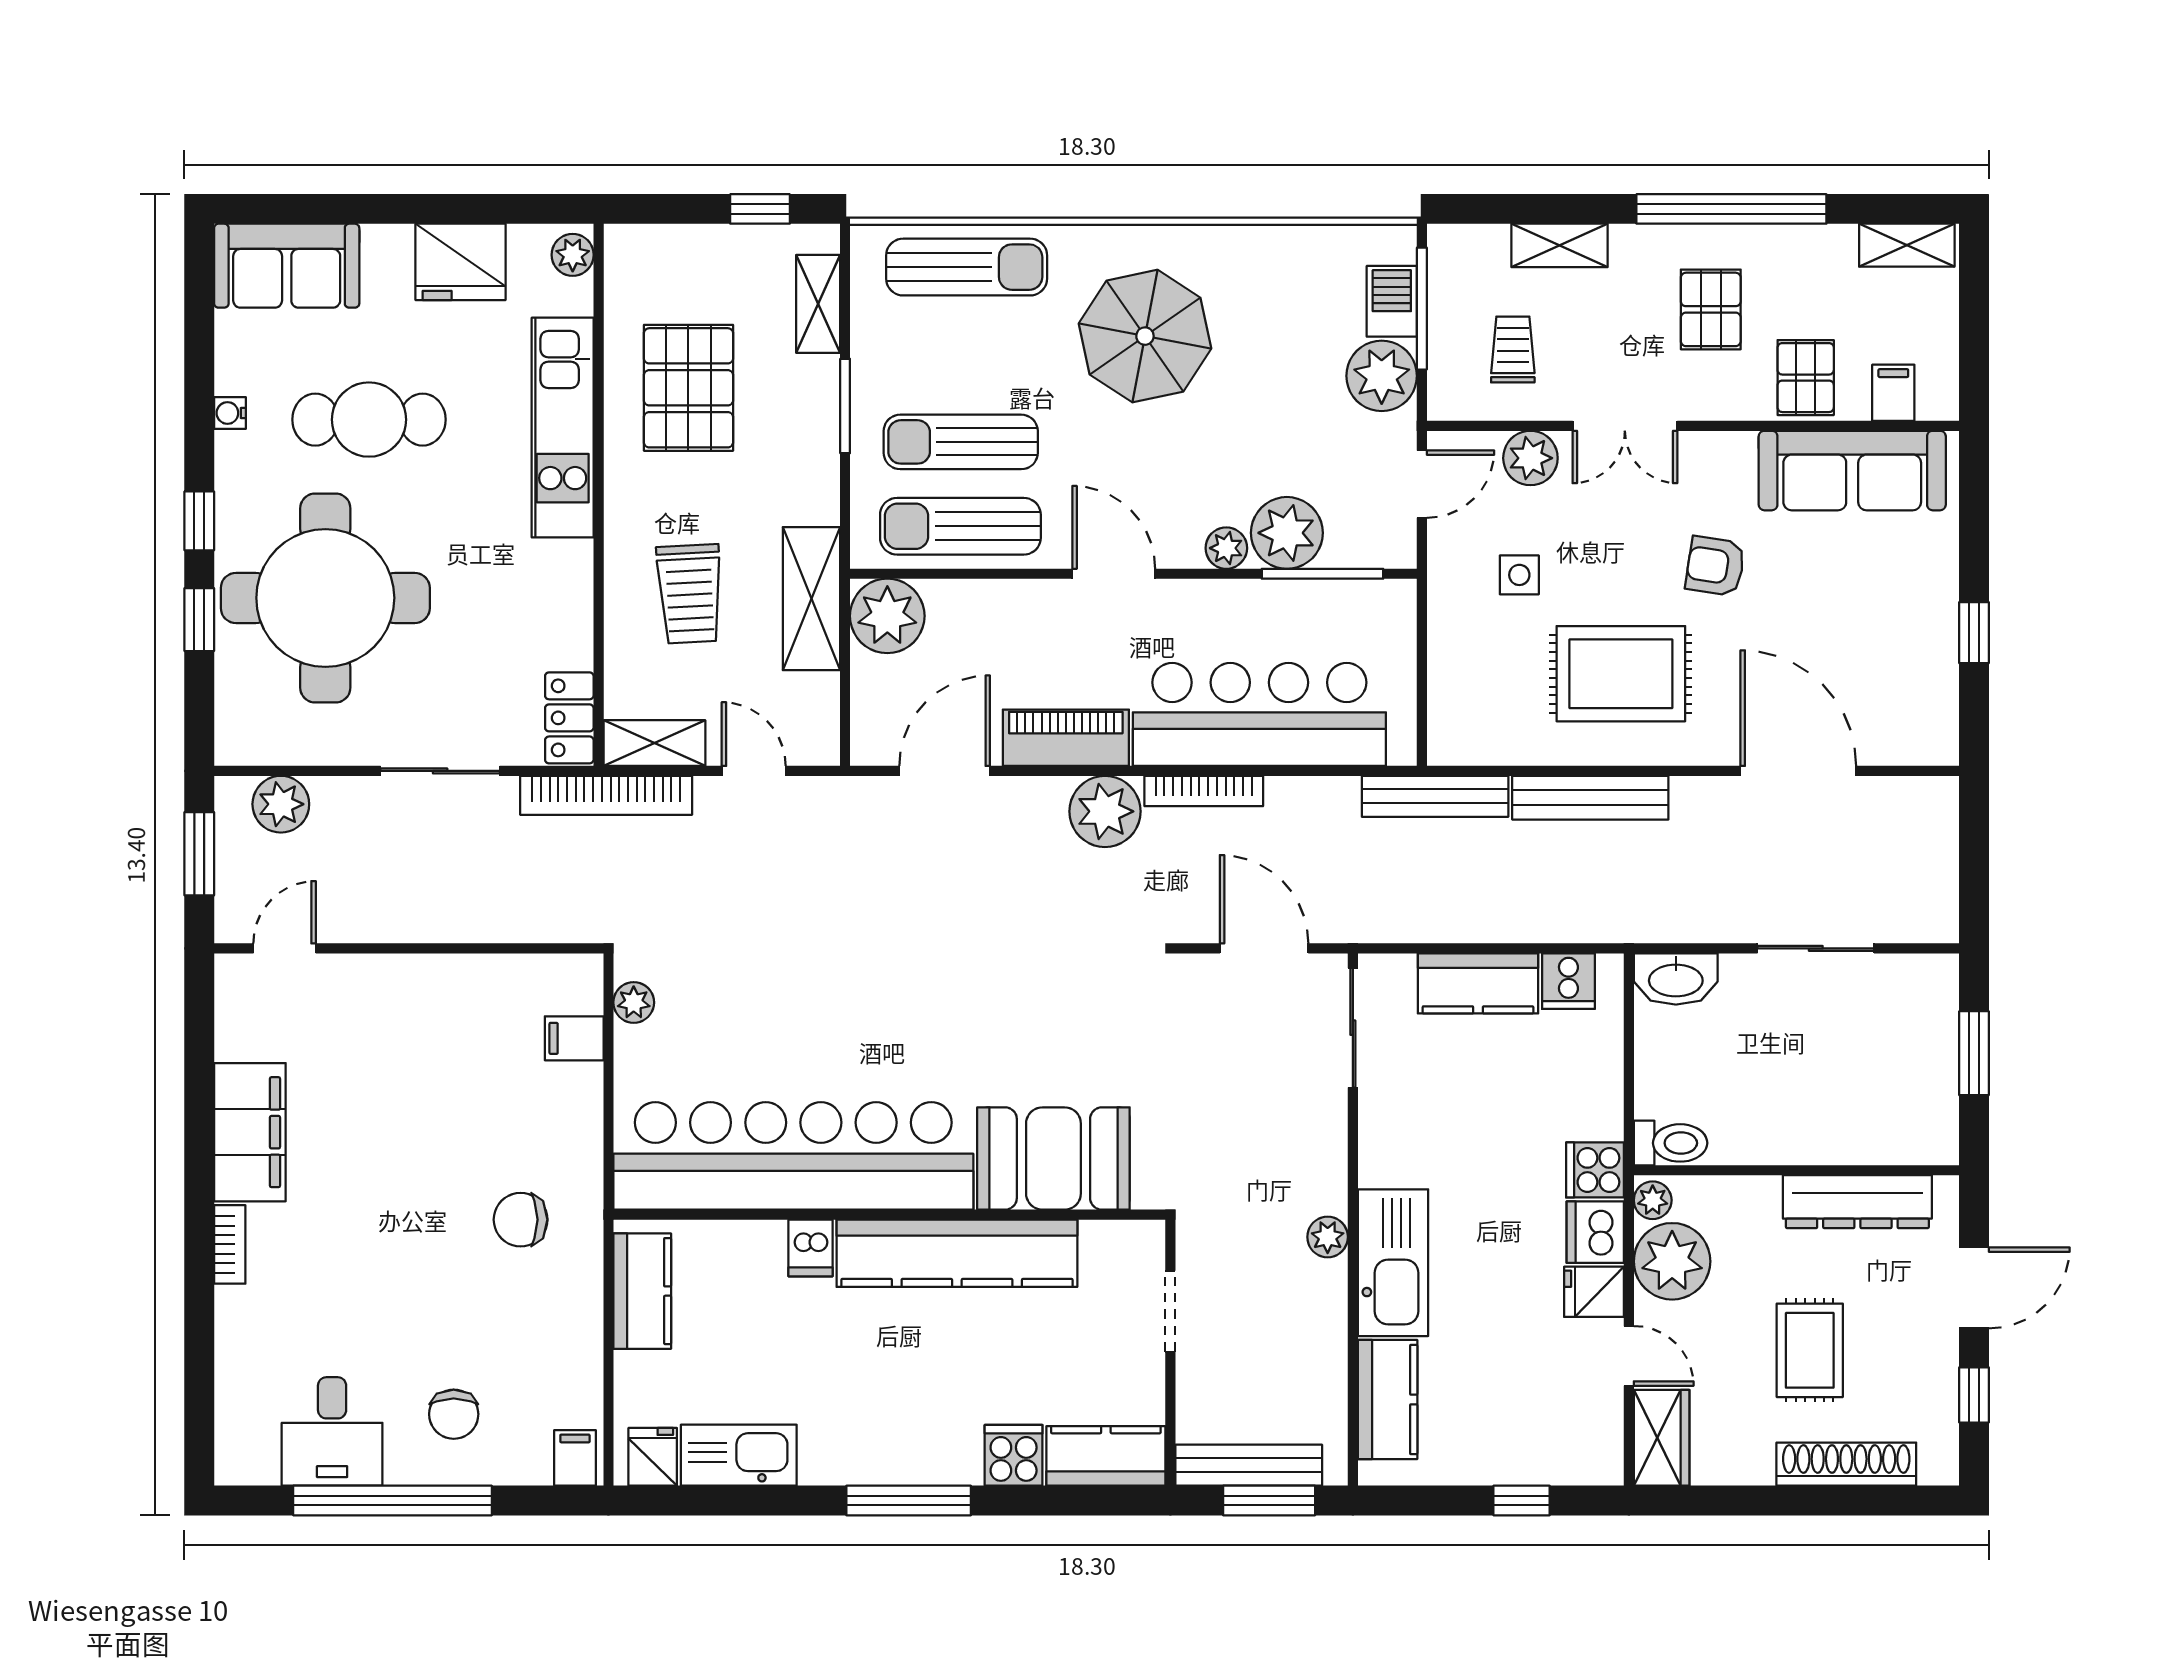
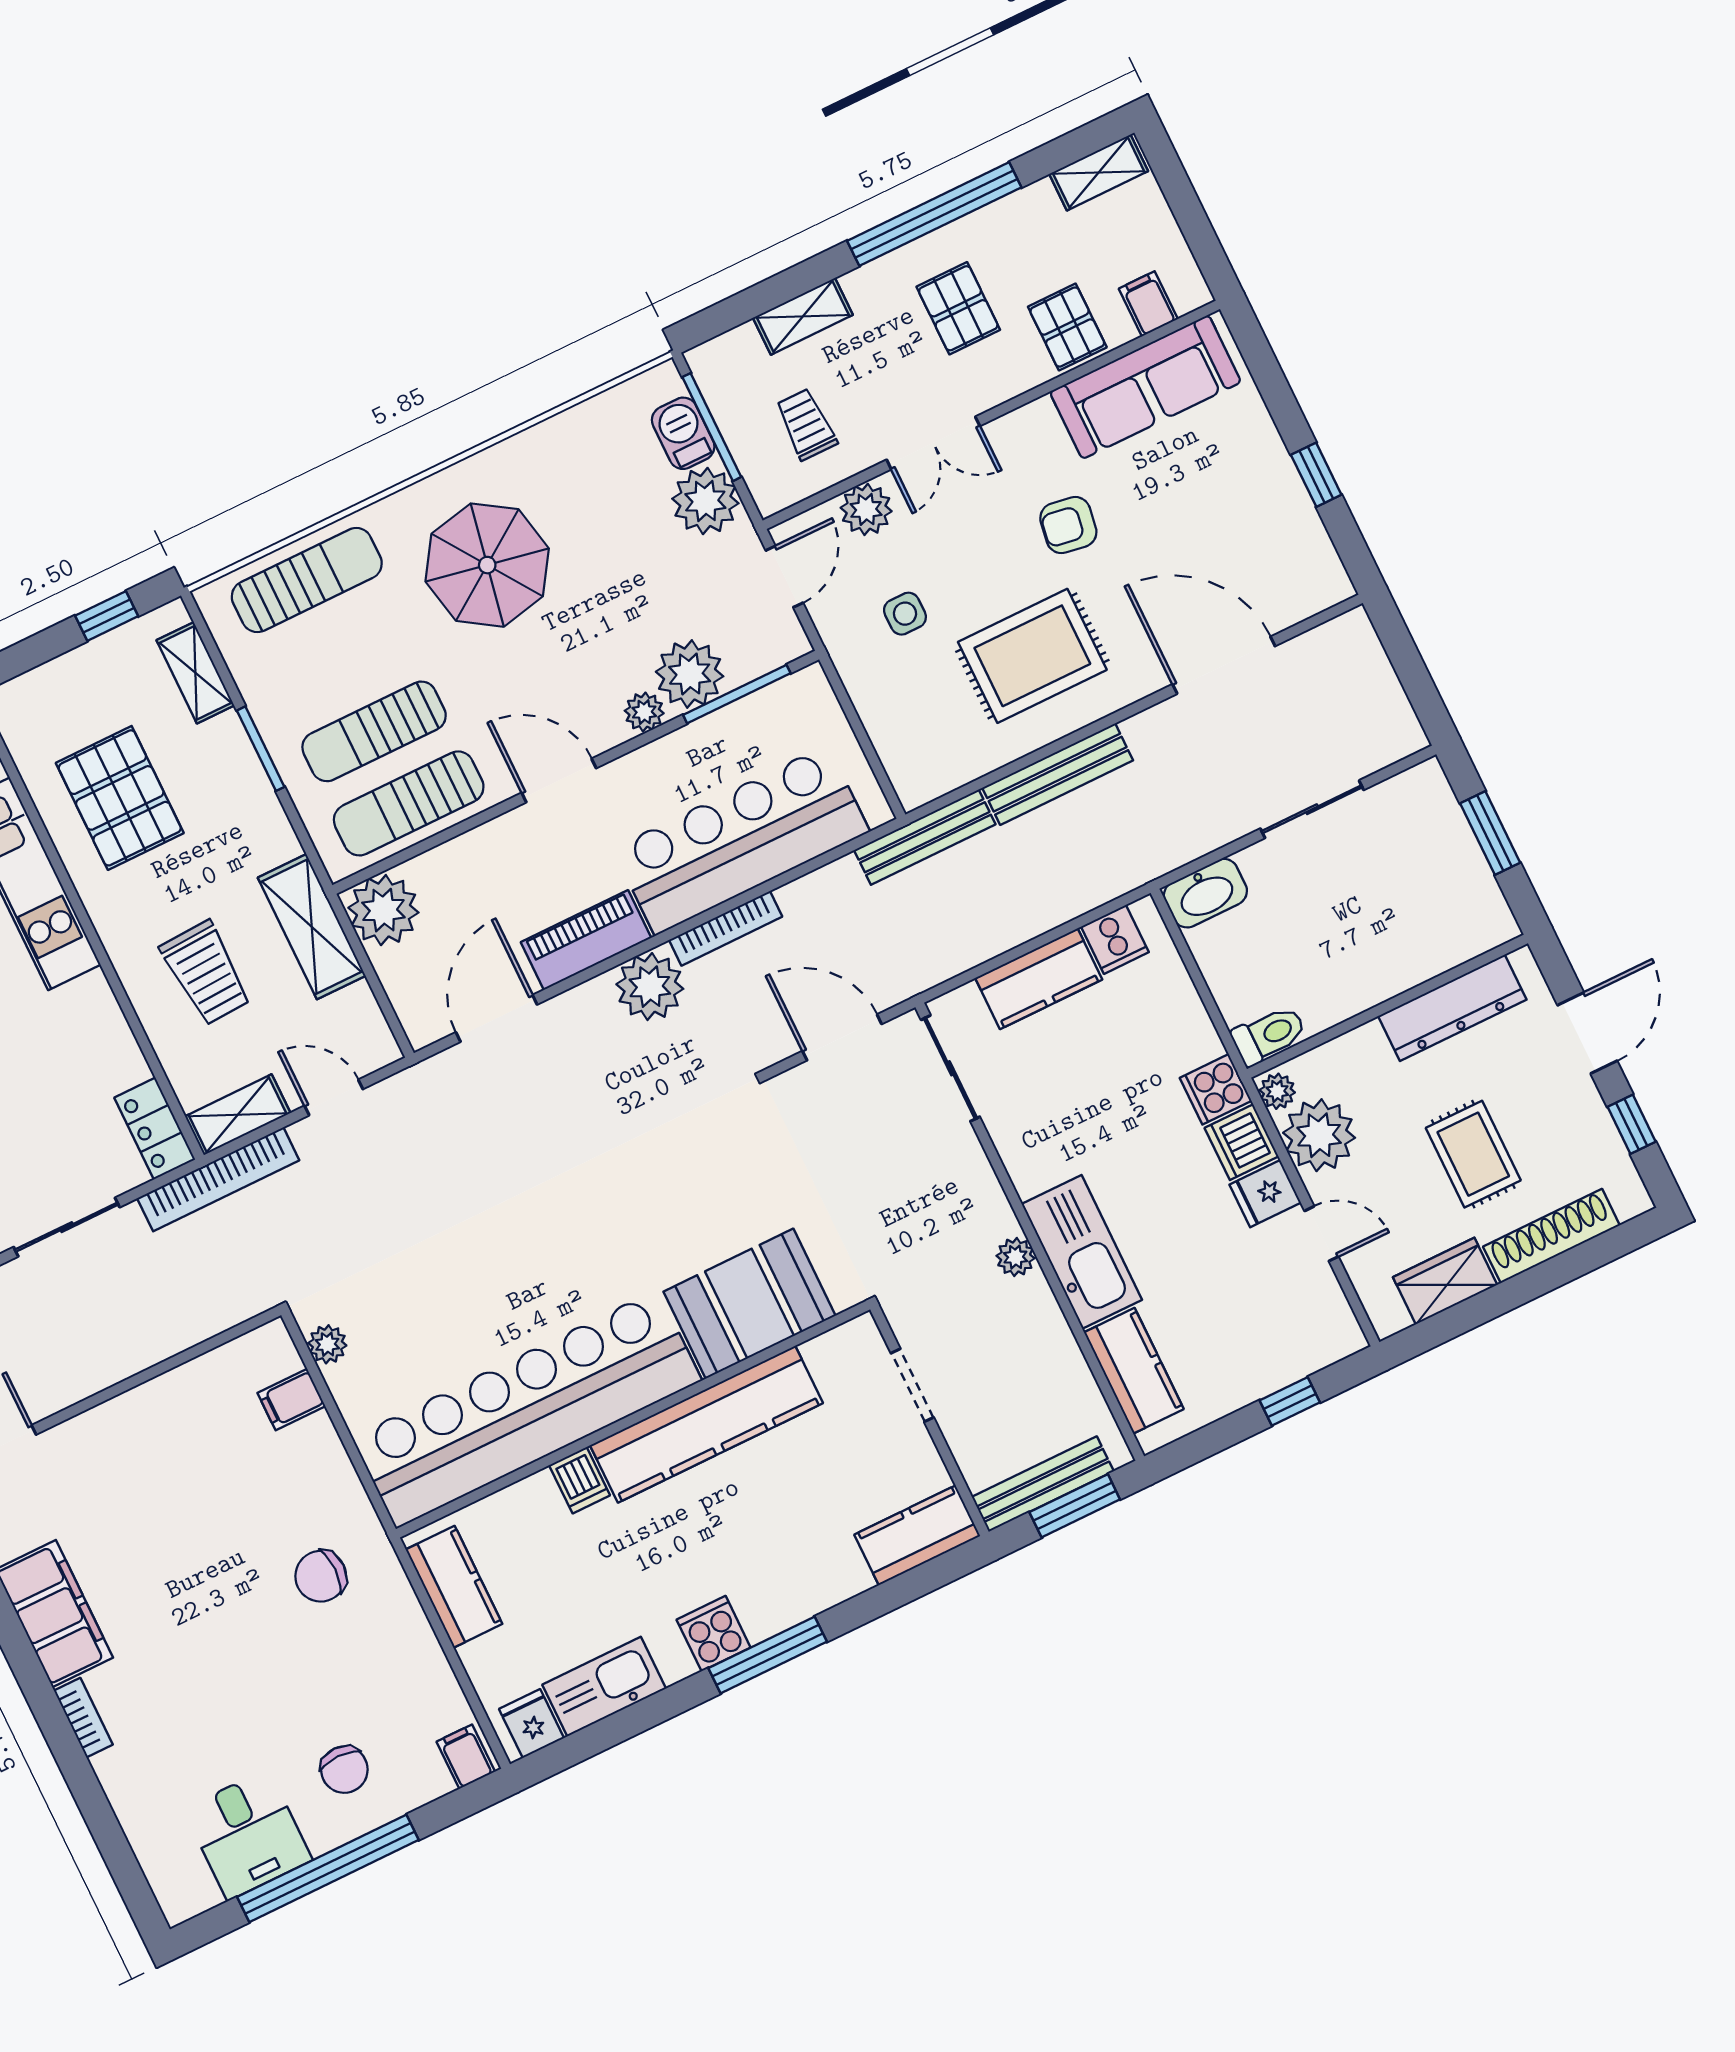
wardrobe: (1662, 1438) -> (1445, 1281), moved, turned -90
cooker: (1014, 1455) -> (714, 1634), moved

